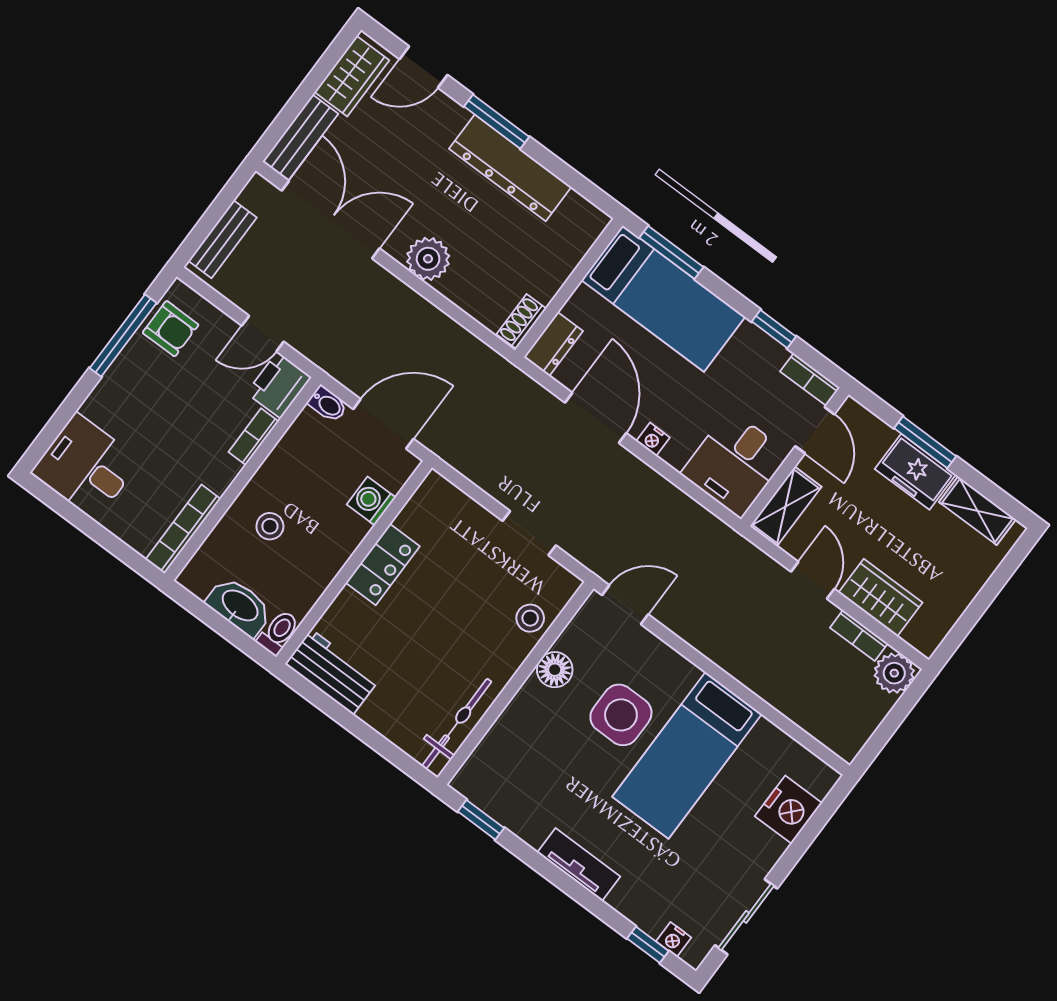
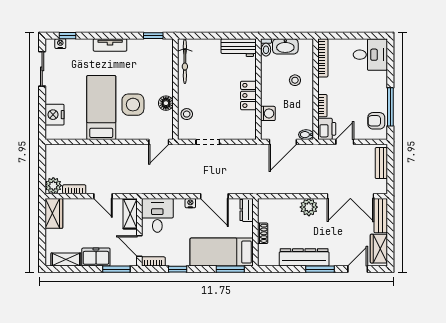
shoe rack: (521, 321) -> (263, 233), moved
window: (925, 442) -> (116, 269), moved
wardrobe: (880, 598) -> (54, 213), moved, turned -90

